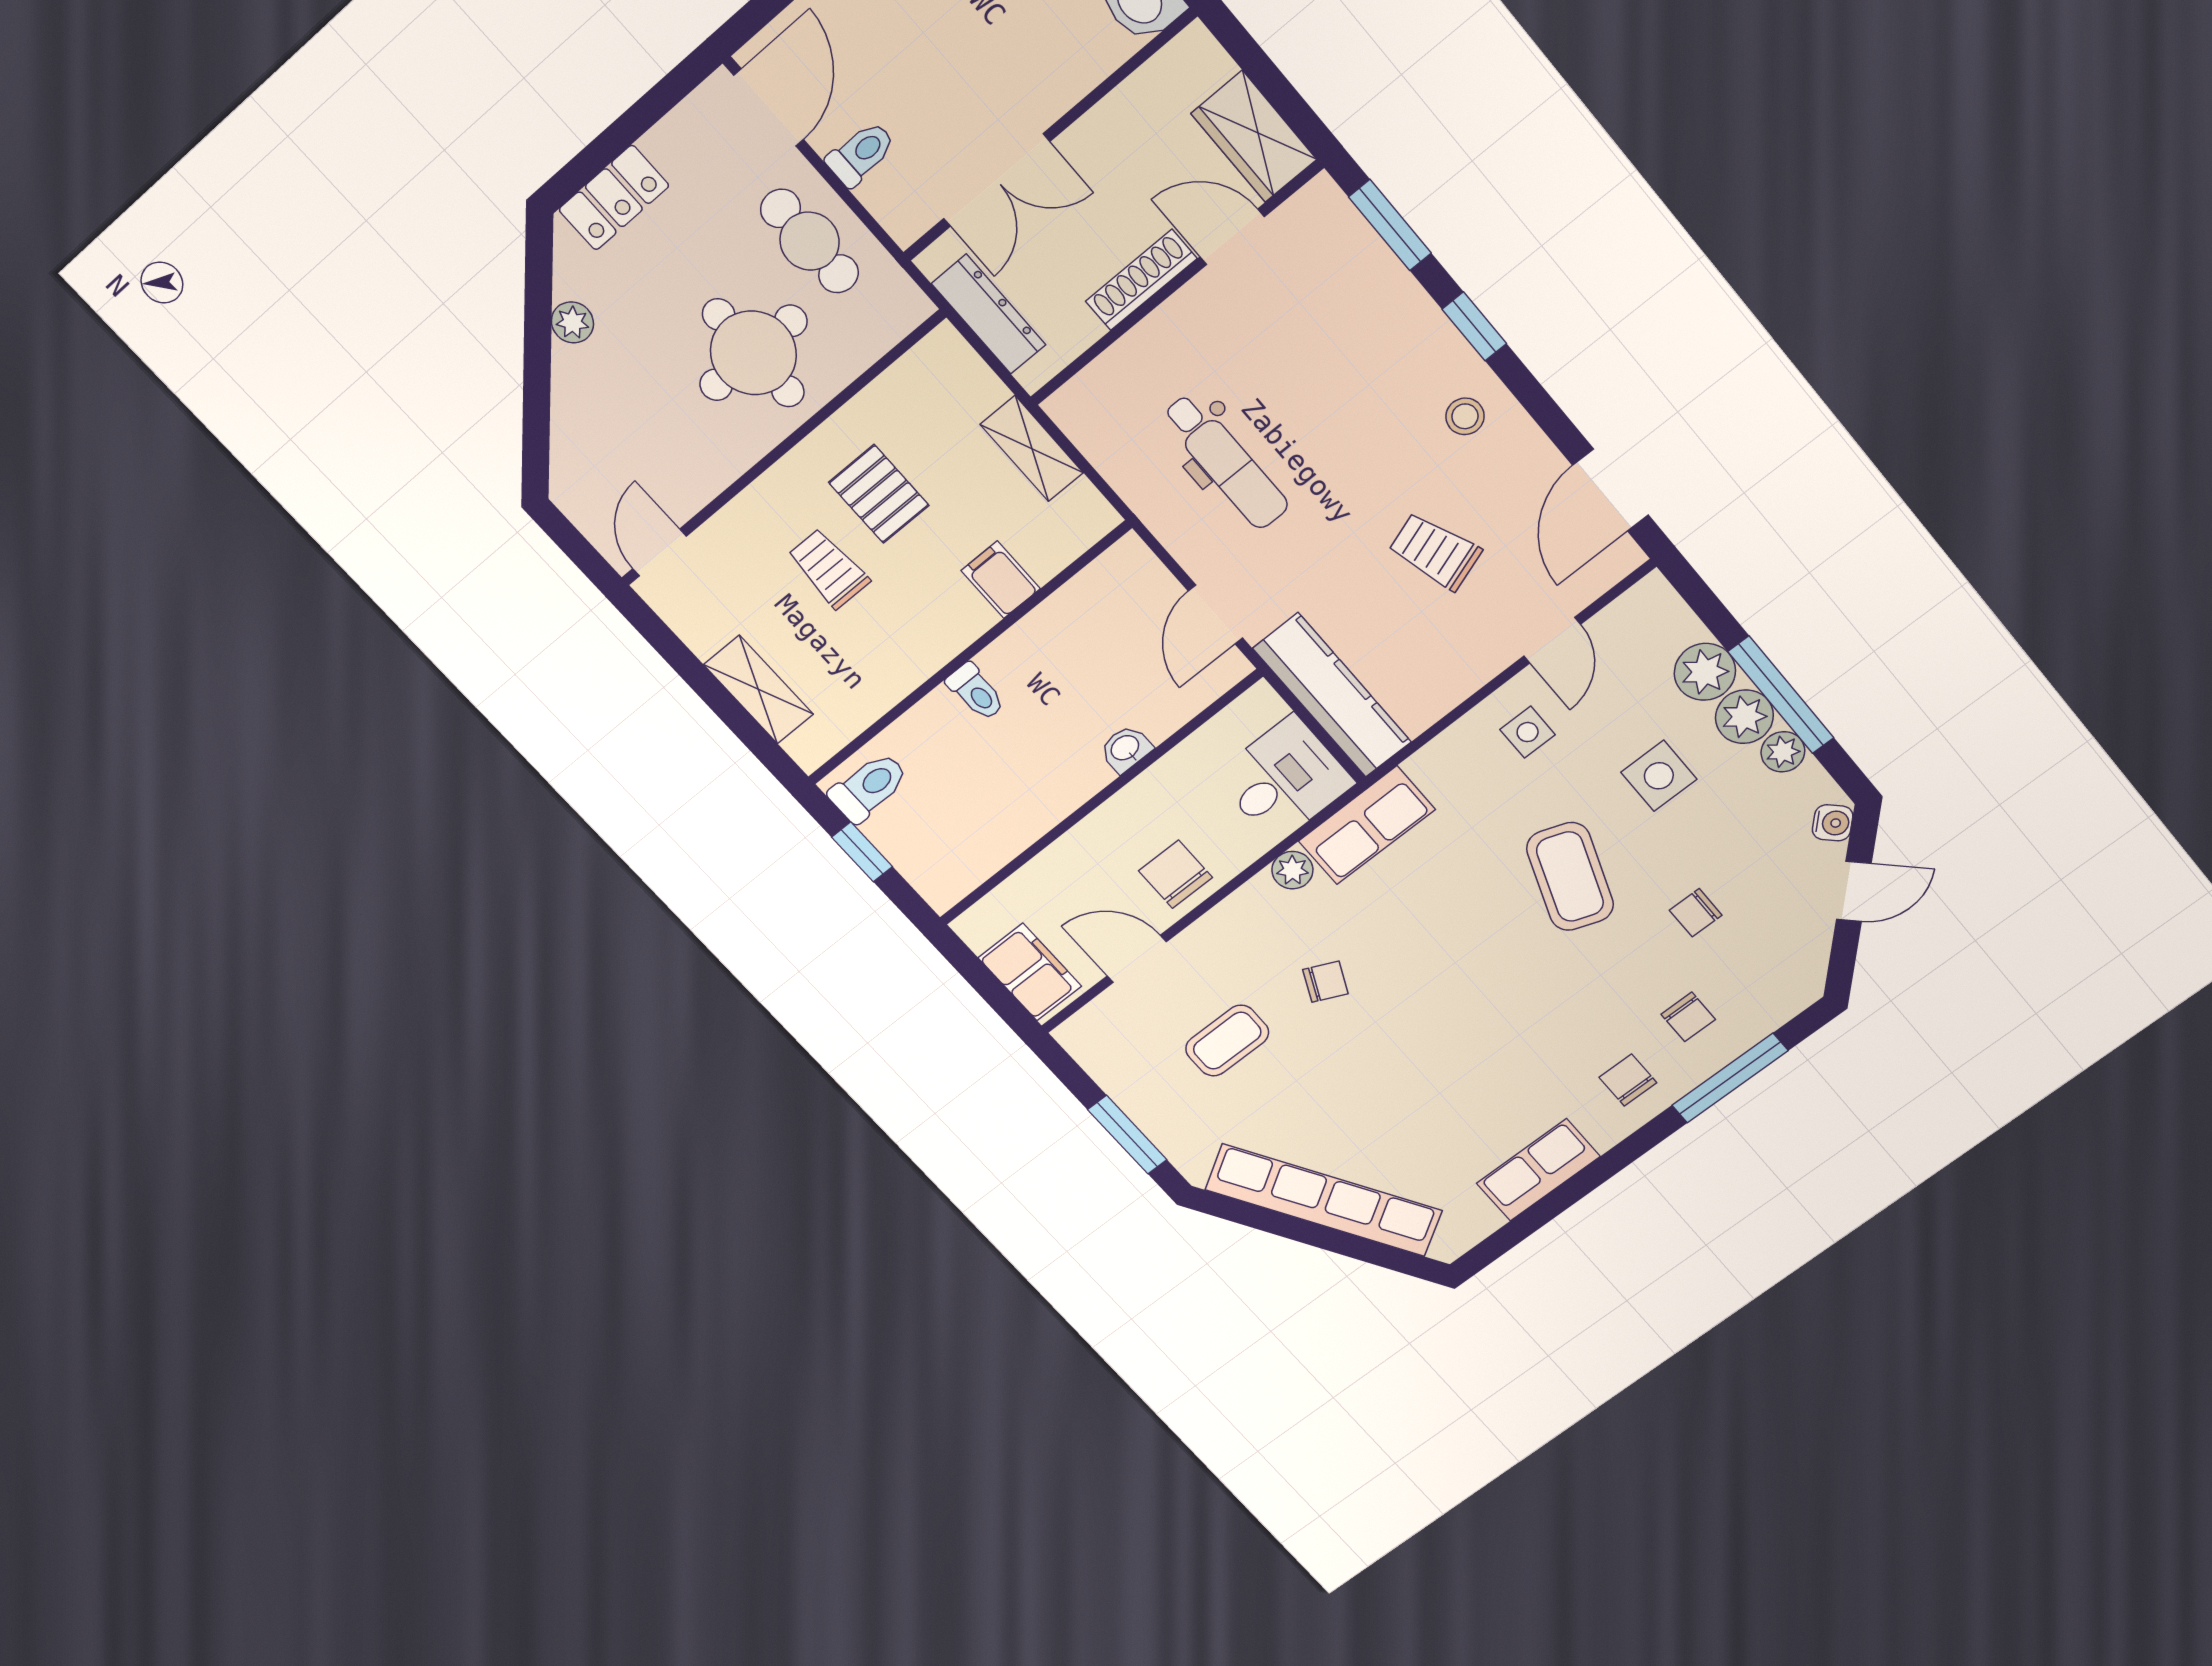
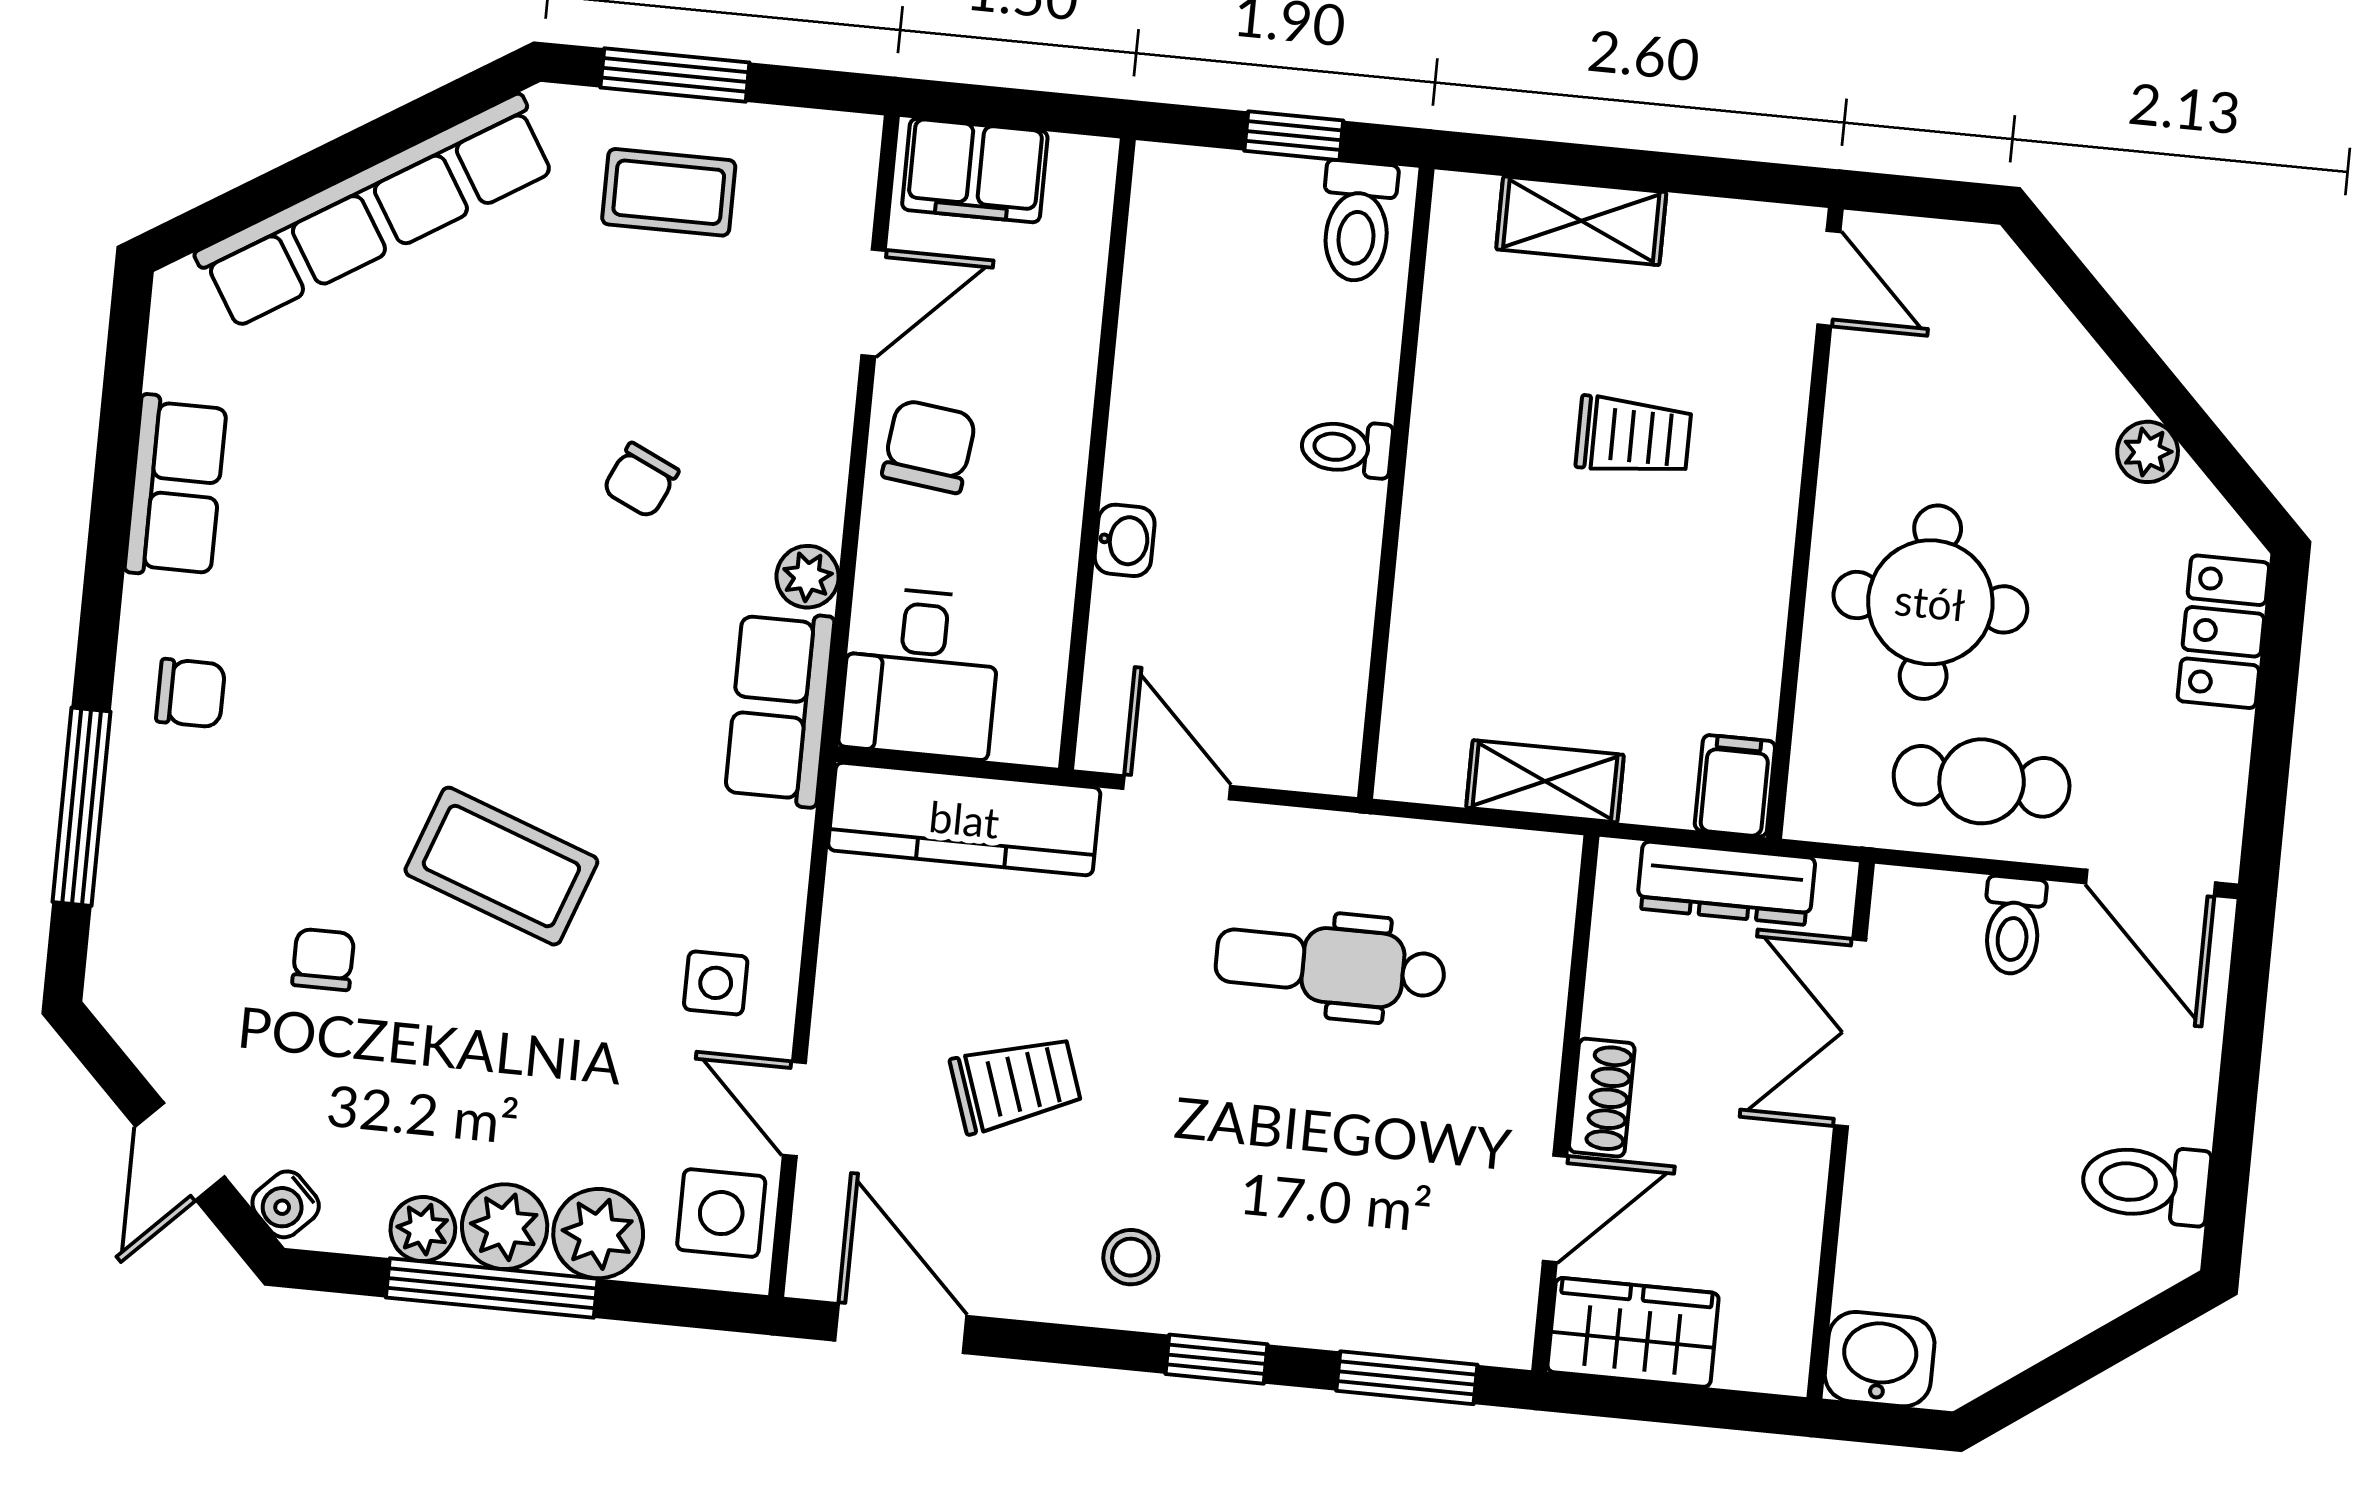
shoe rack: (1141, 280) -> (1602, 1098), width x0.70
pallet: (879, 494) -> (1658, 573), removed
filing cabinet: (1001, 580) -> (1735, 786), moved, turned -90
side table: (1659, 776) -> (721, 1213), moved
chair: (1175, 874) -> (929, 446), turned -83
chair: (1688, 1017) -> (203, 833), removed
coffee table: (1227, 1041) -> (669, 192), moved, turned 90

